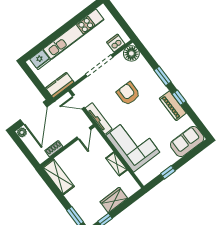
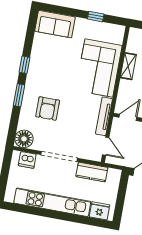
kitchen counter: (60, 85) -> (92, 172), moved
armchair: (128, 94) -> (48, 108), moved
piano: (173, 106) -> (36, 64), removed

